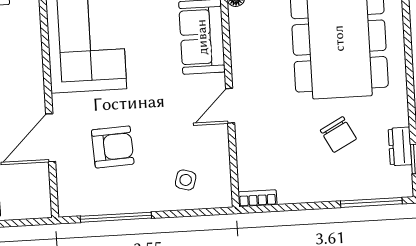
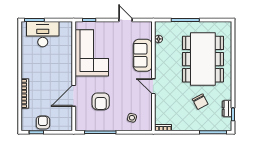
door: (230, 106) -> (153, 86), hinge flipped
armchair: (113, 147) -> (101, 101), turned 93

